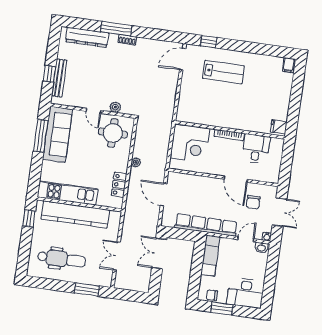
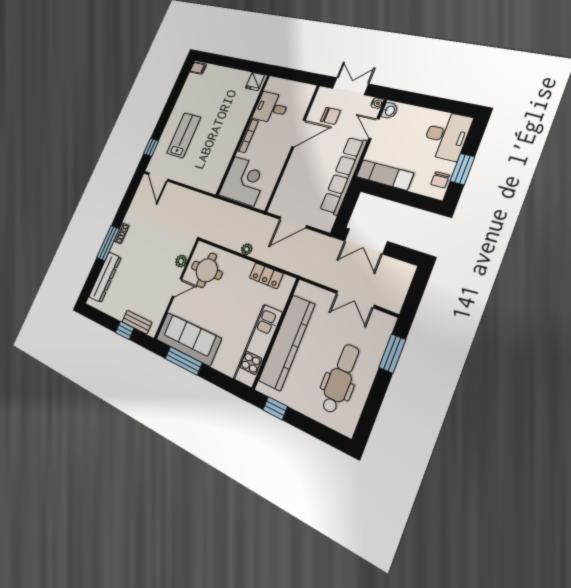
bench: (59, 78) -> (137, 322), width x0.73

